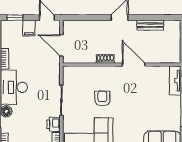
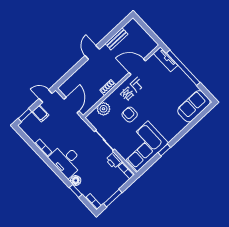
door: (61, 45) -> (72, 105), swing flipped
door: (134, 65) -> (137, 67), moved
plant: (85, 73) -> (103, 109), added

